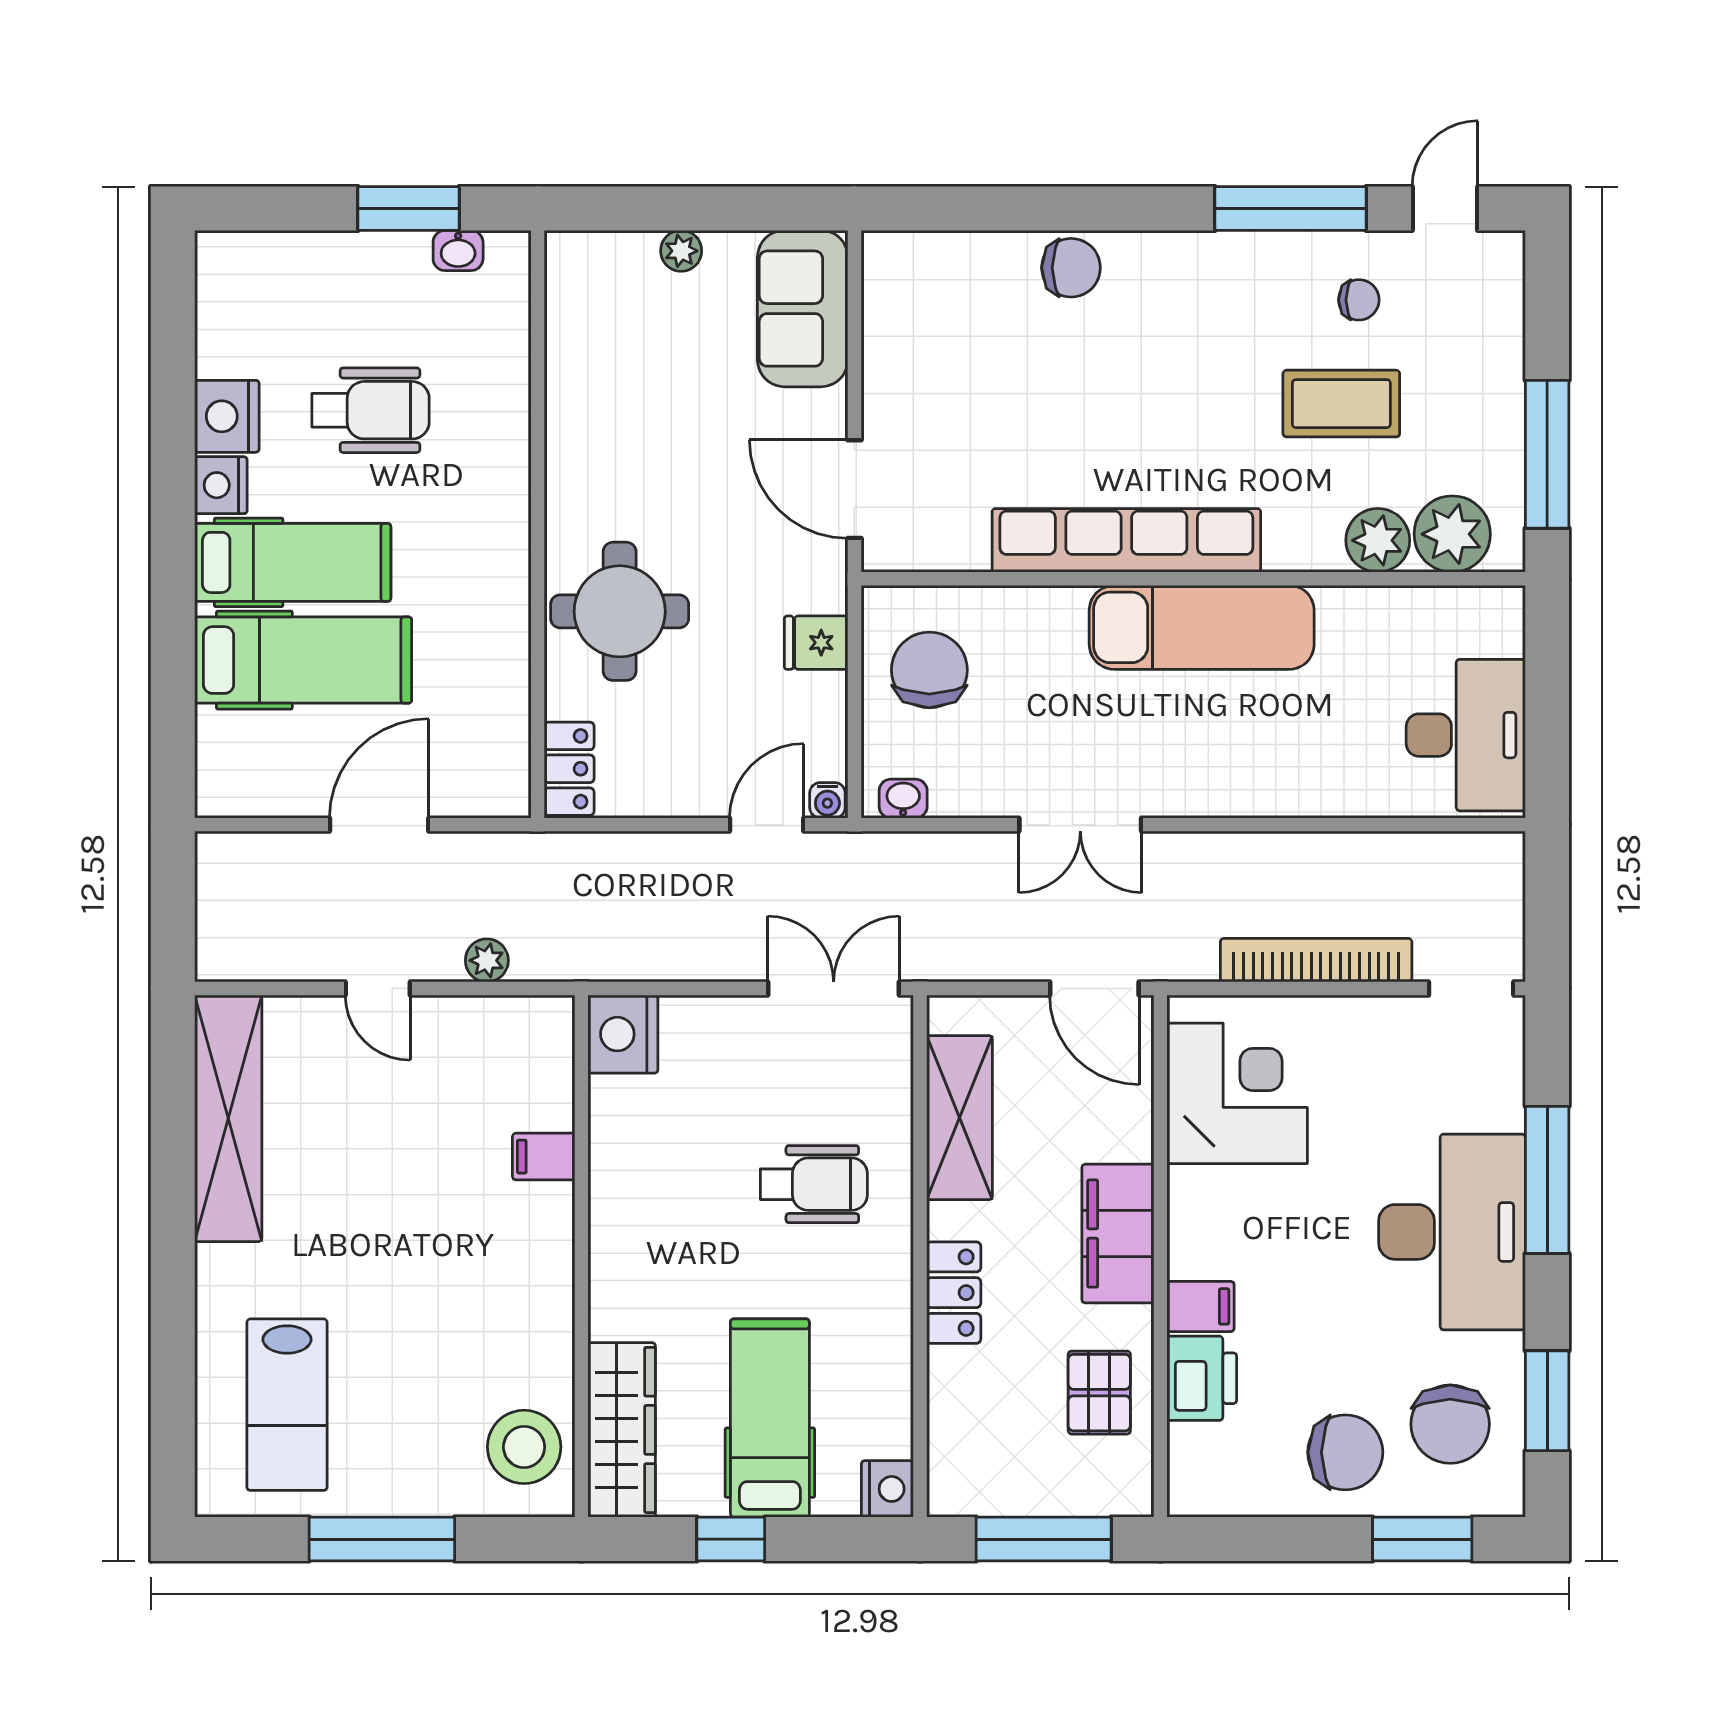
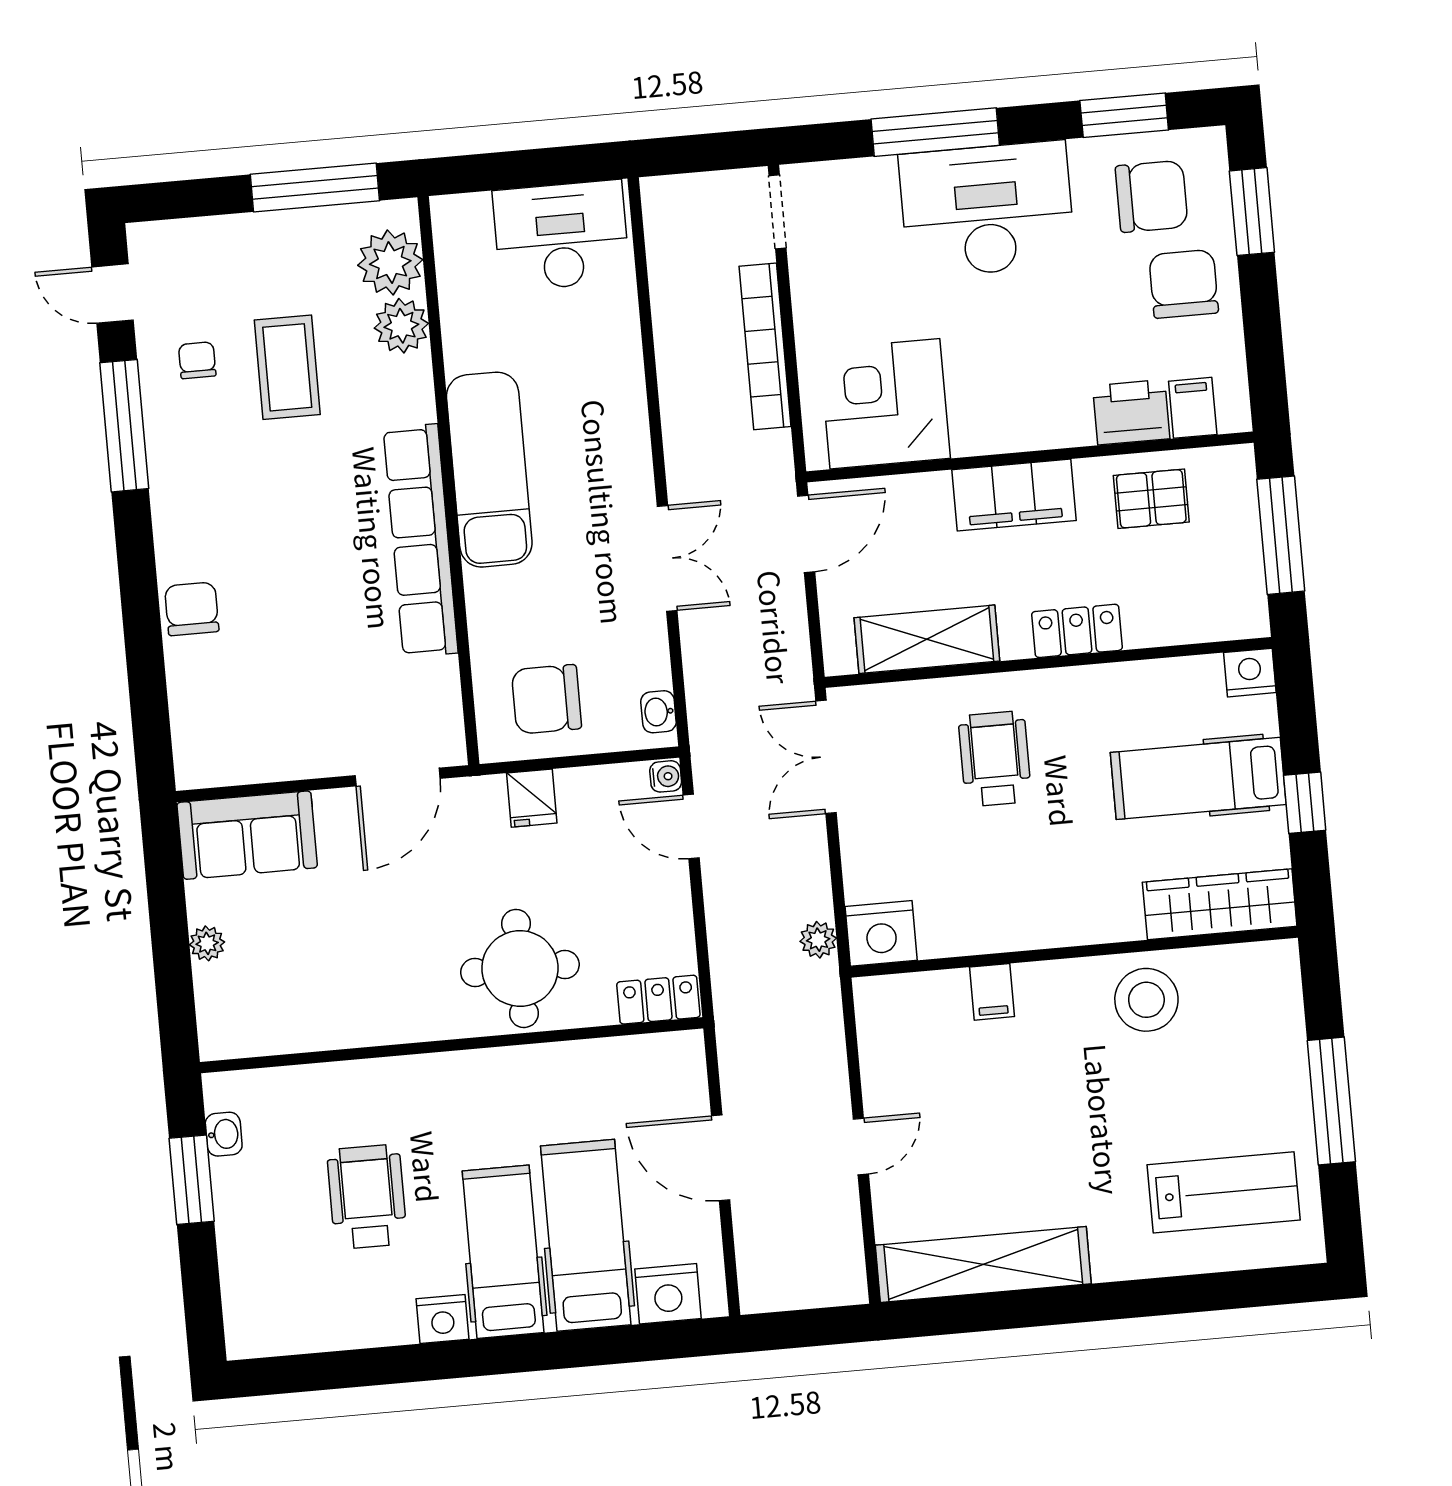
nightstand: (227, 416) -> (668, 1294), moved
plant: (487, 960) -> (818, 940), moved
filing cabinet: (1201, 1306) -> (1193, 408), moved
stool: (524, 1447) -> (1146, 1000), moved

